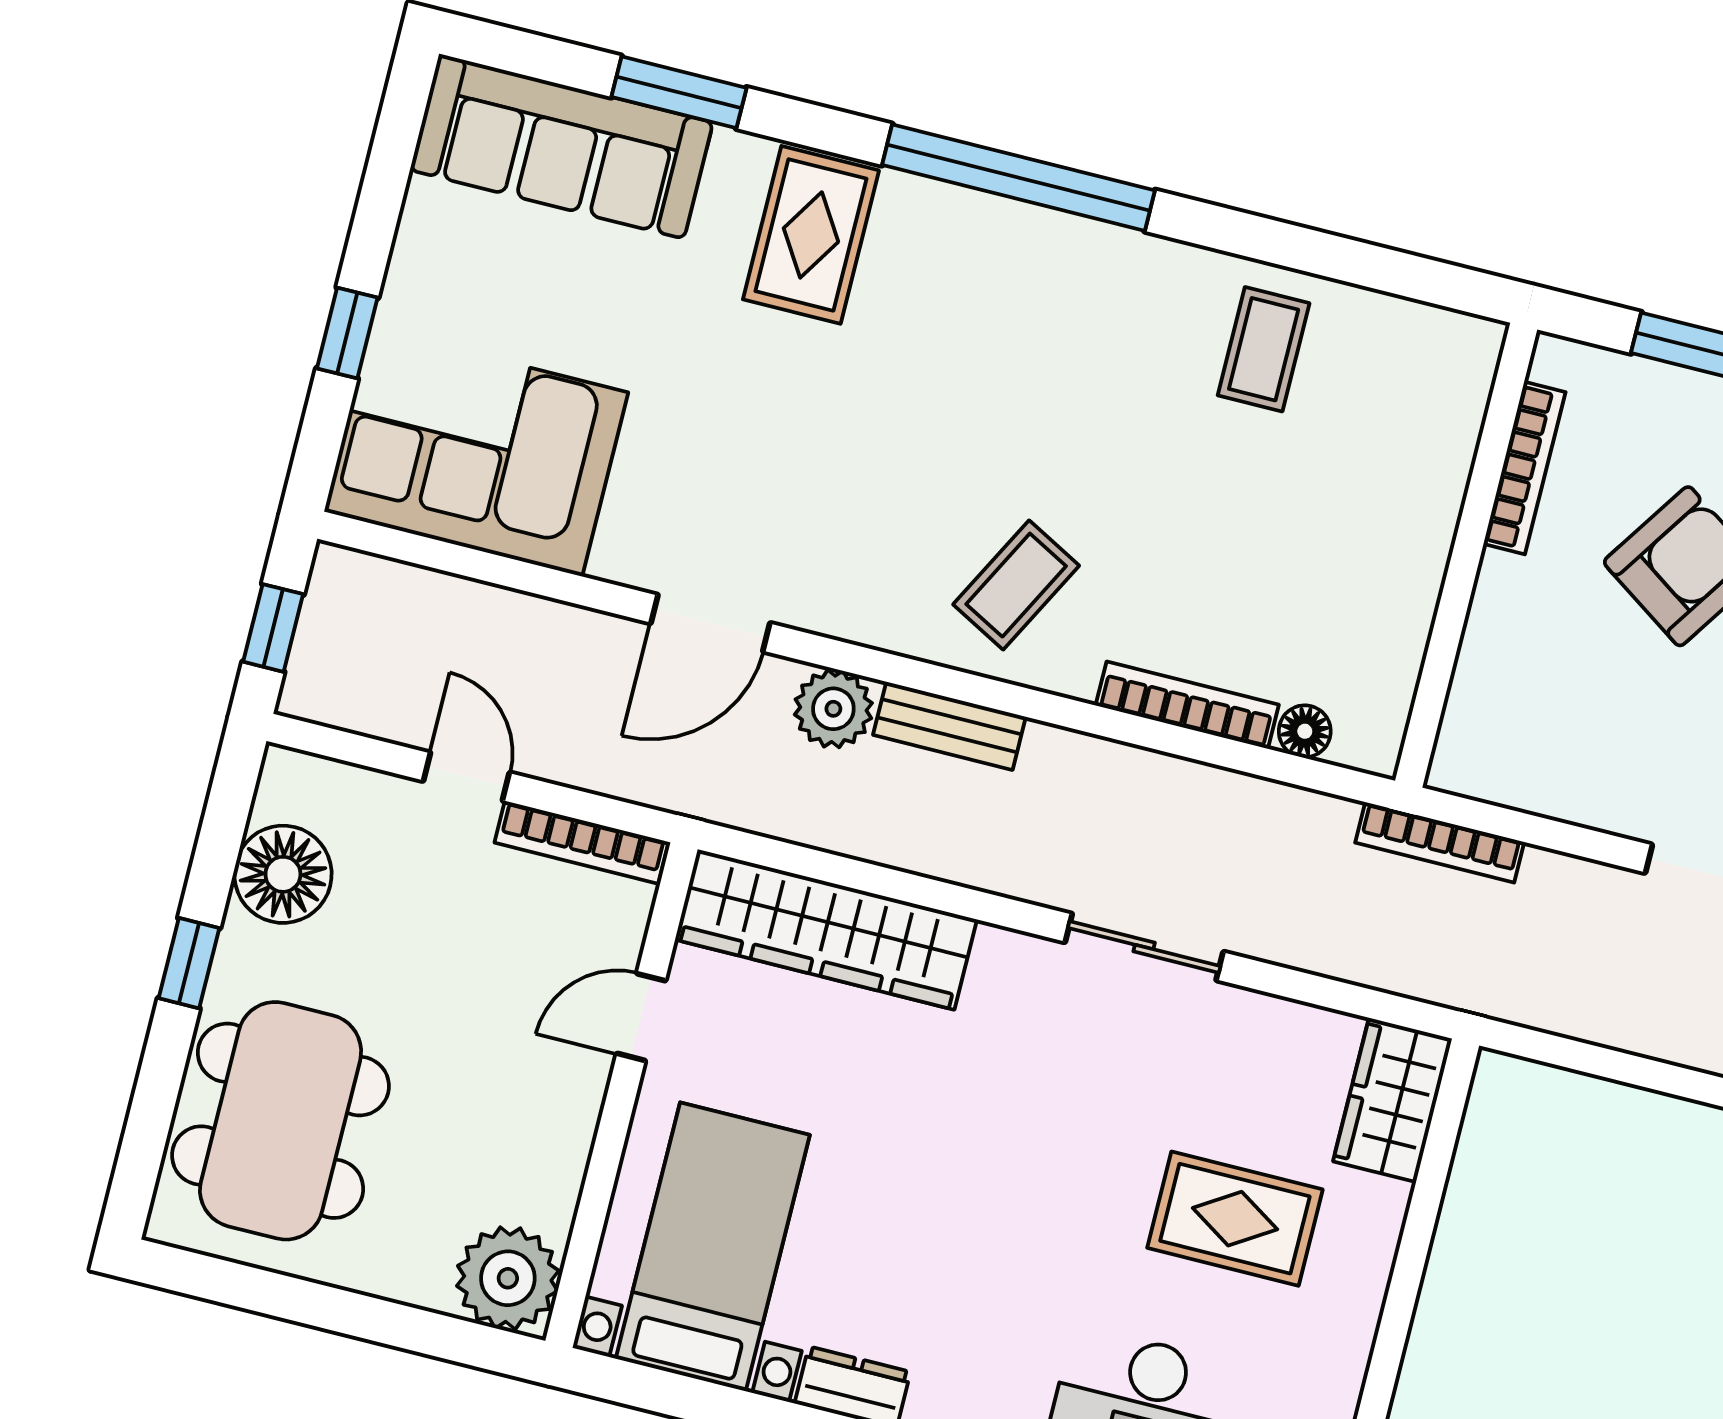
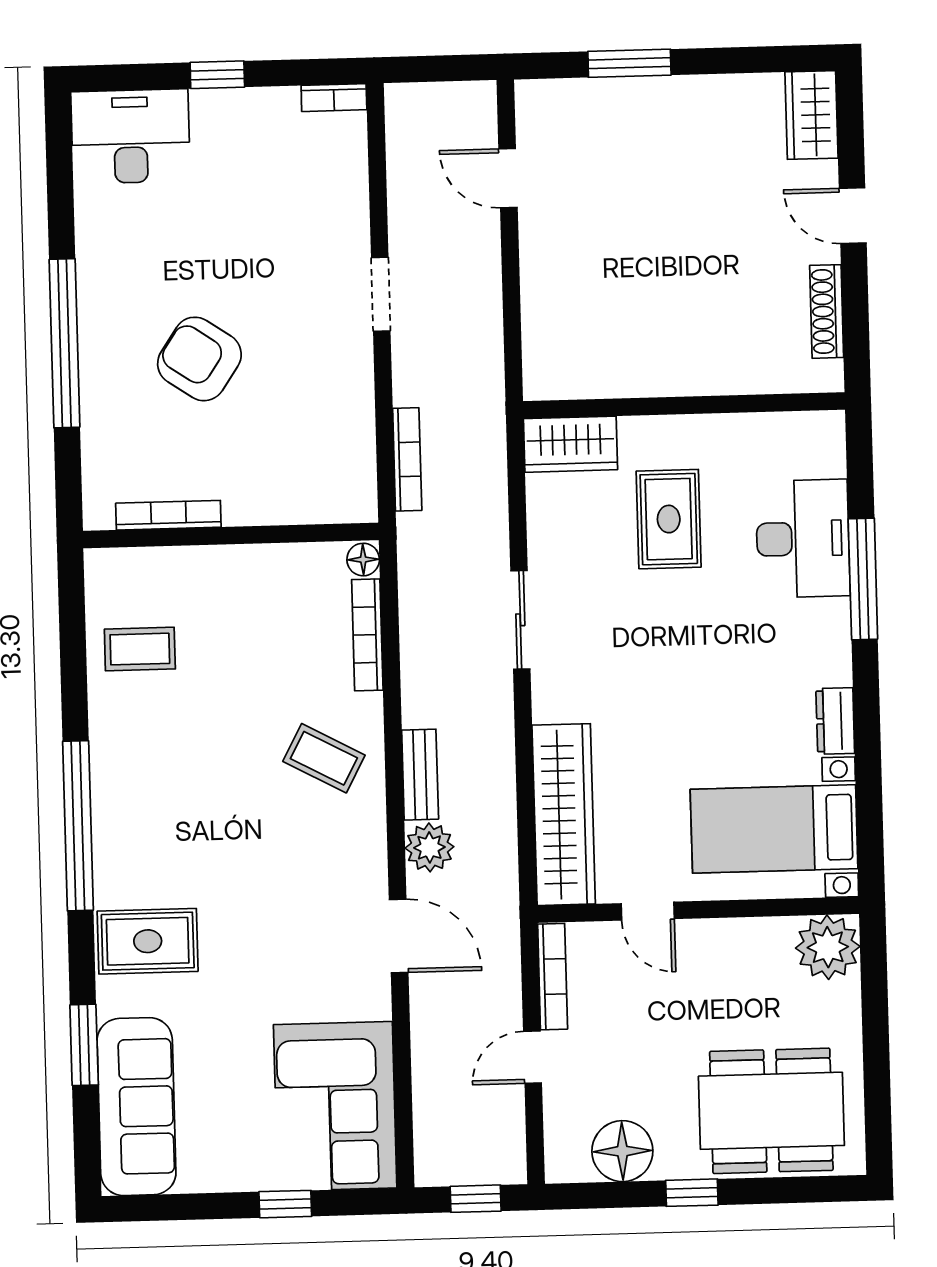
bookcase: (1525, 468) -> (168, 515), moved
wall: (1466, 555) -> (231, 536), moved

